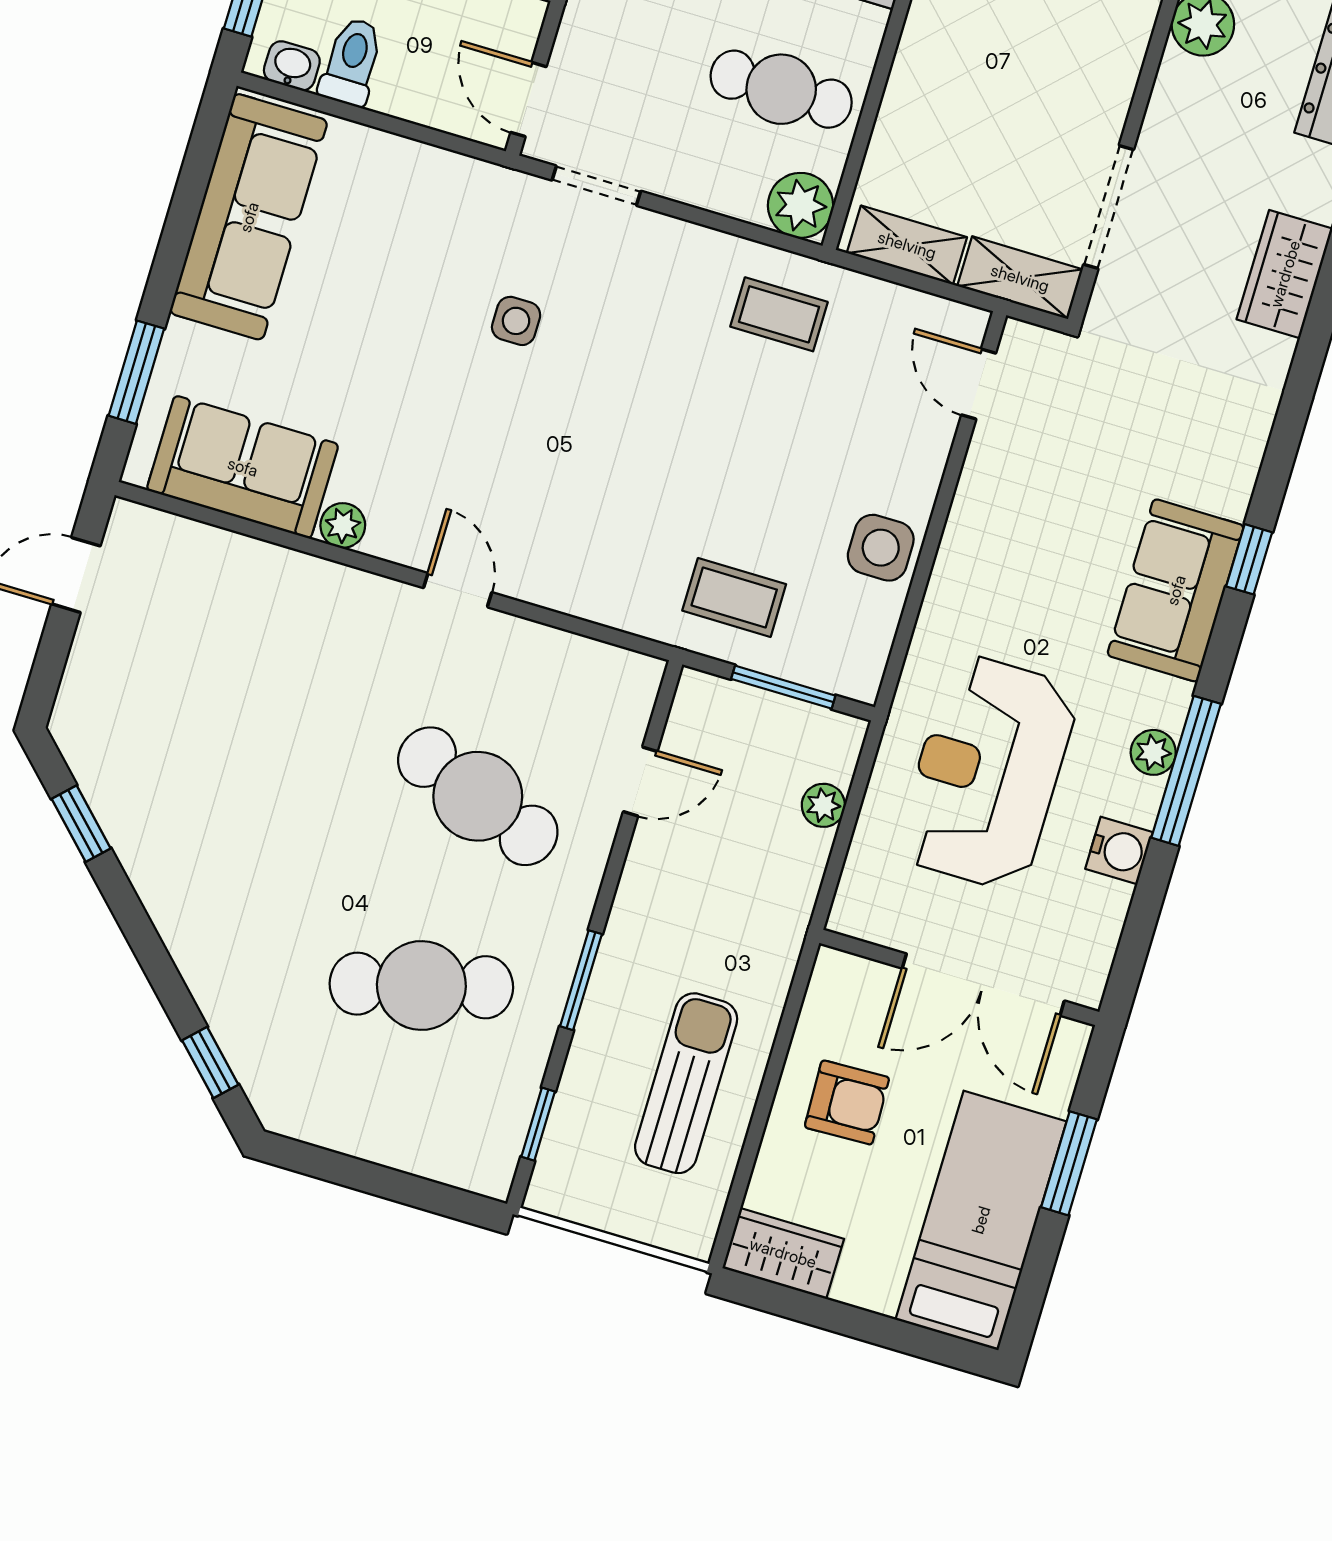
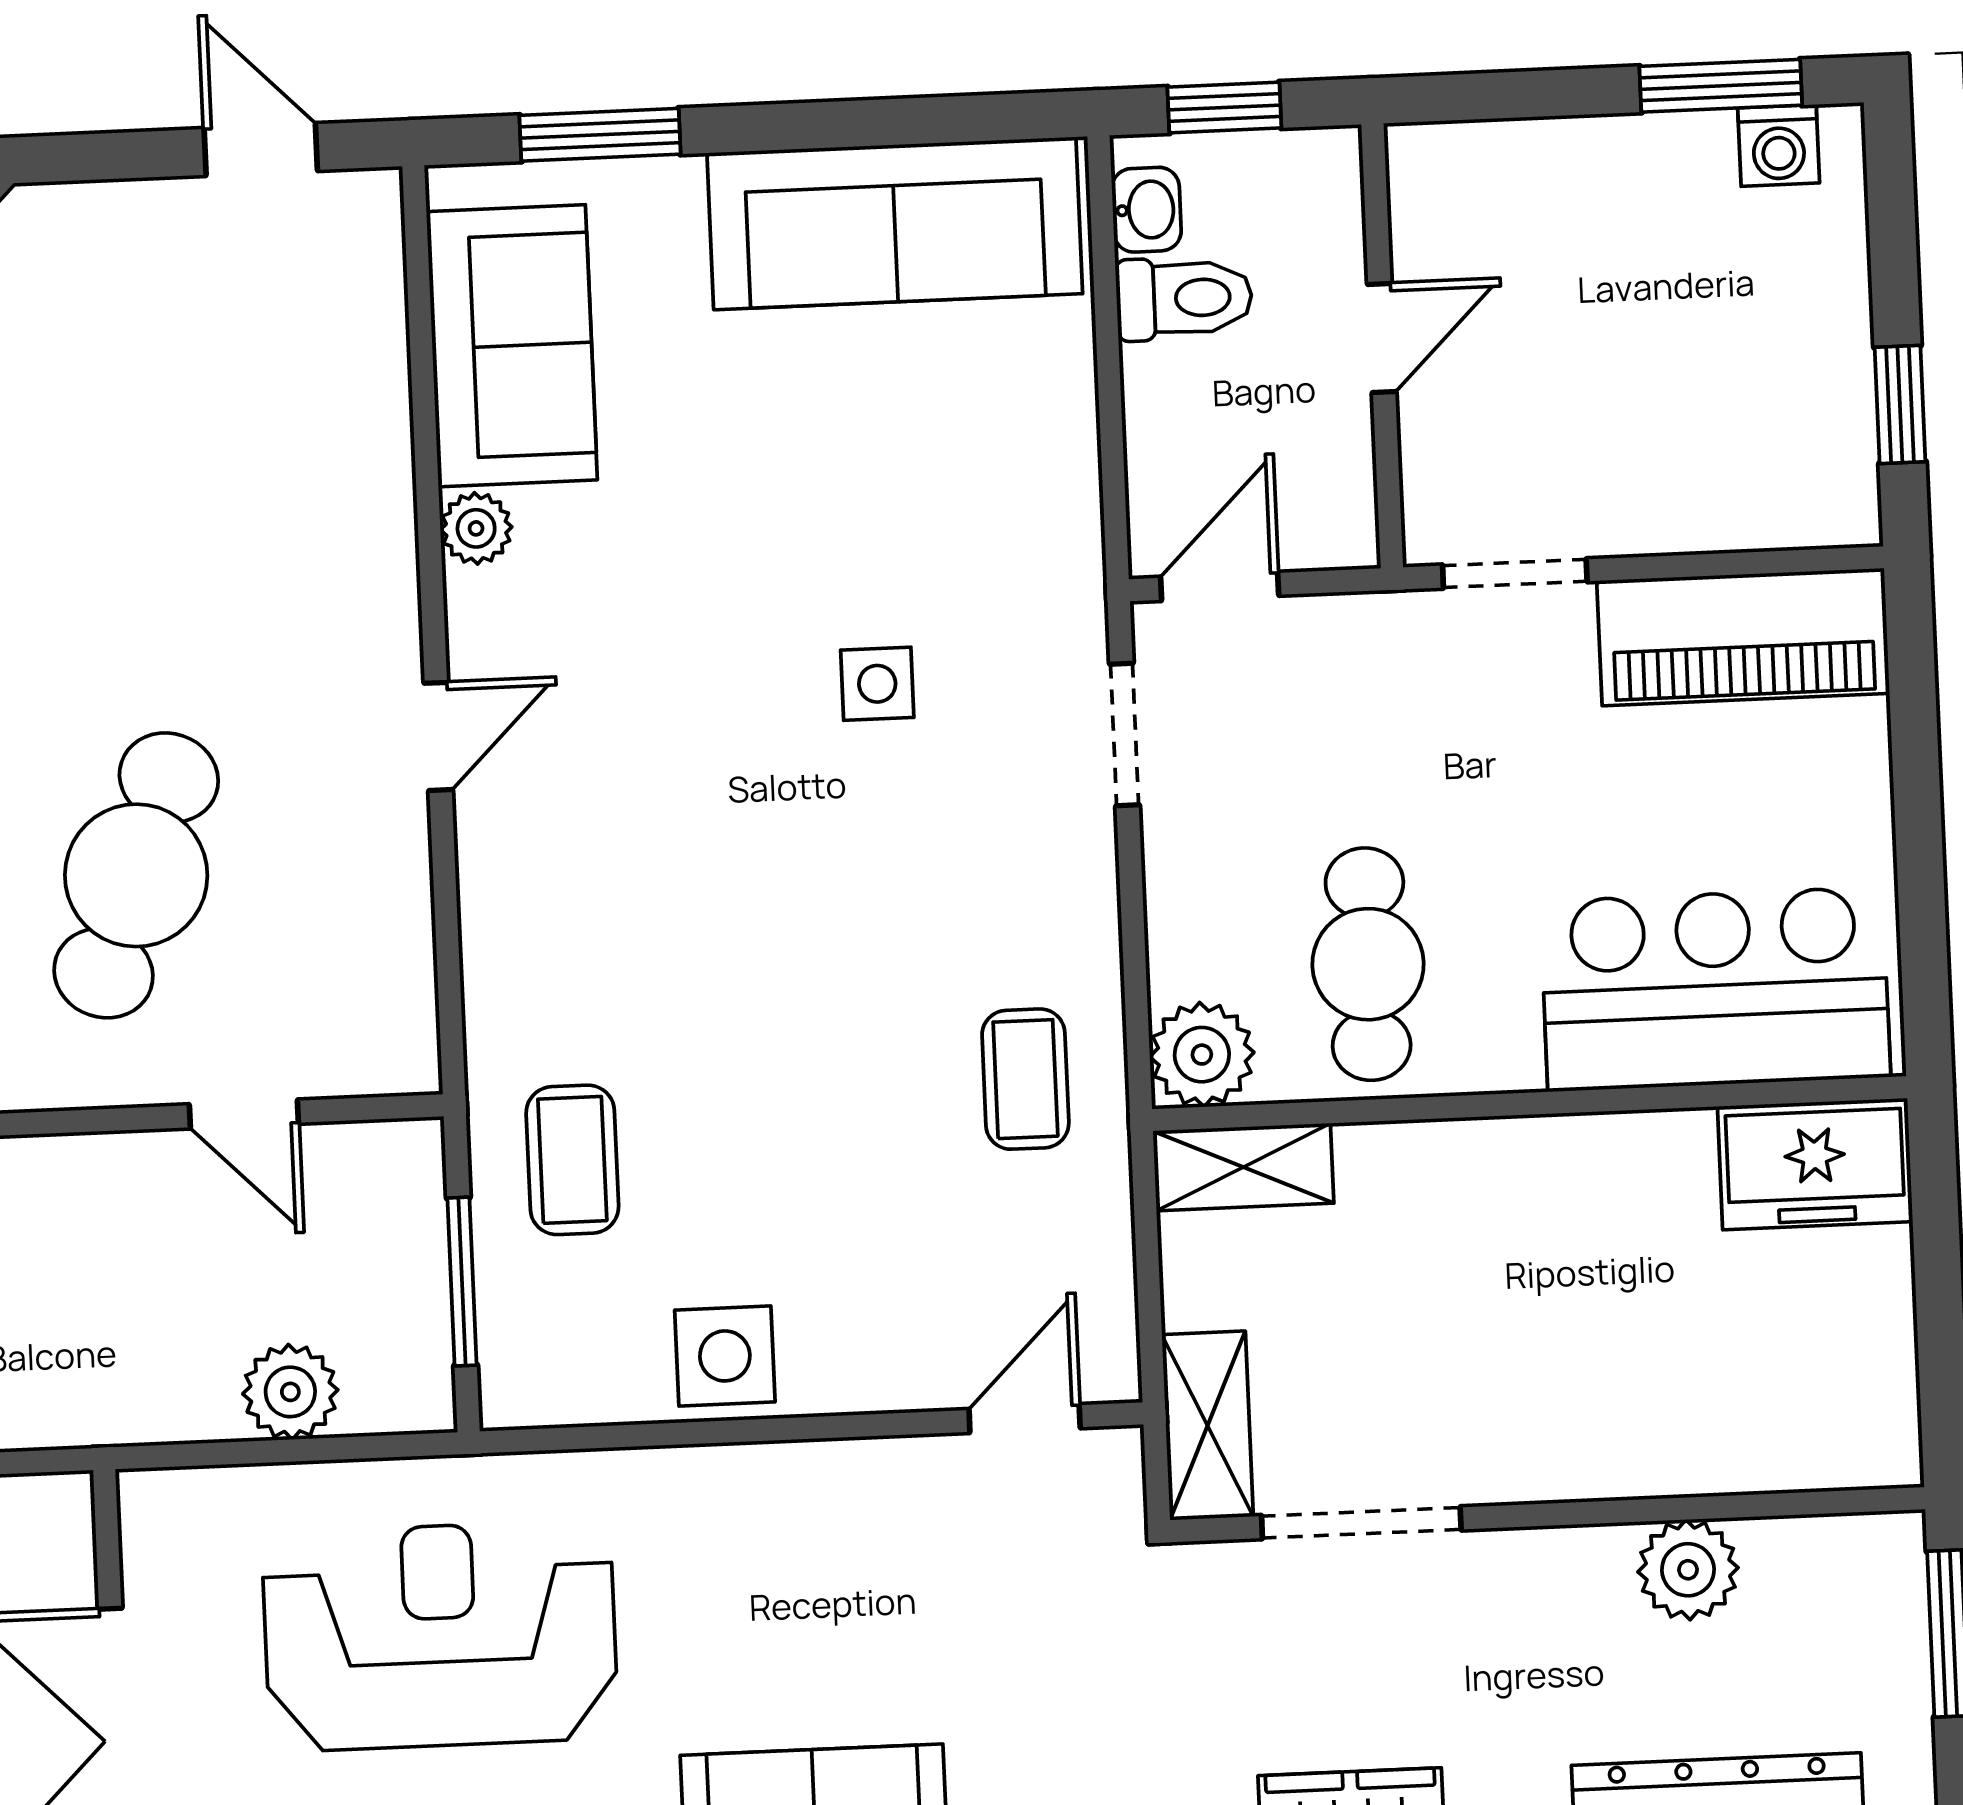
shelving: (907, 245) -> (1243, 1167), moved, turned 90
plant: (823, 805) -> (290, 1392), width x1.38, depth x1.38

